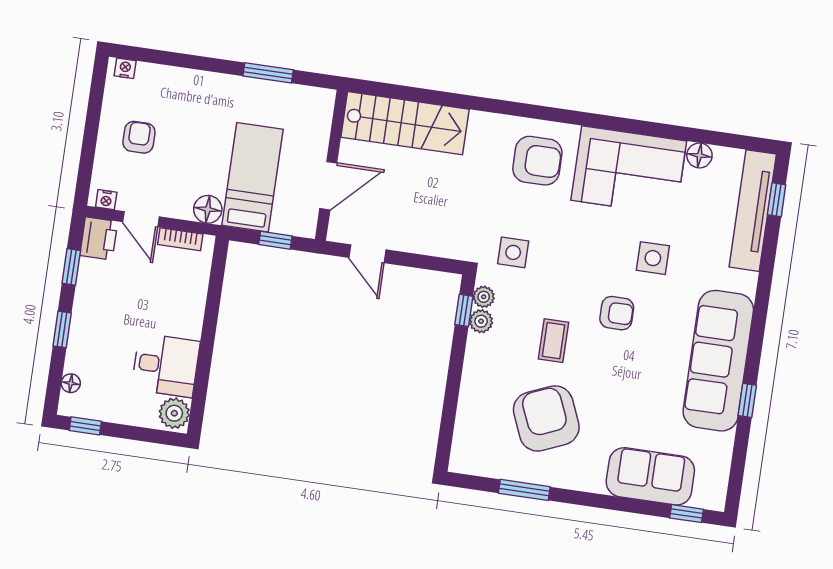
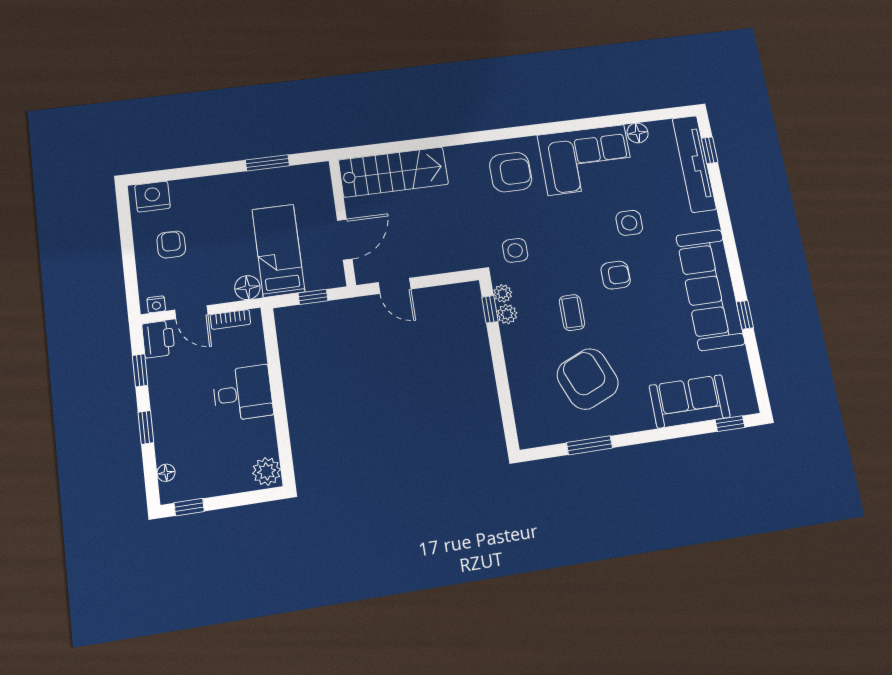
nightstand: (125, 68) -> (152, 197), width x1.89, depth x1.79
desk: (166, 365) -> (243, 393), moved

